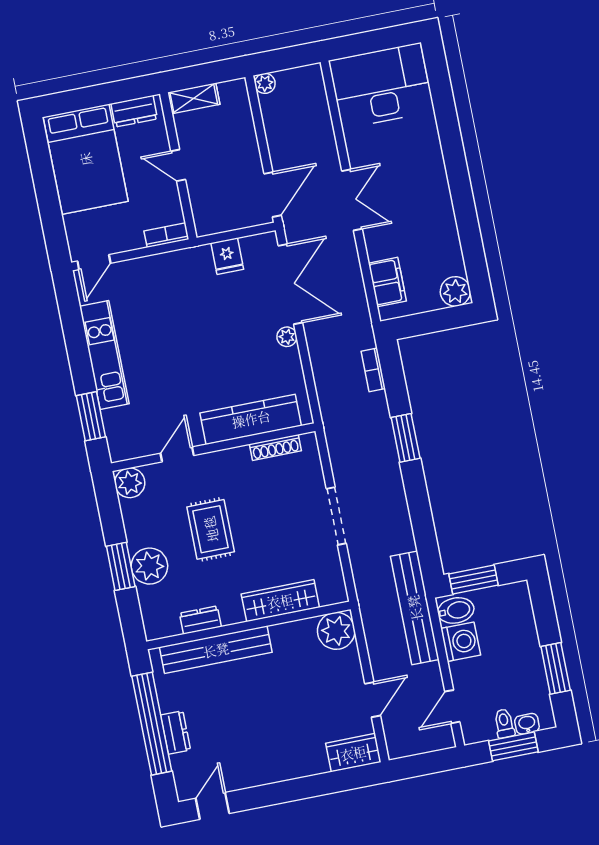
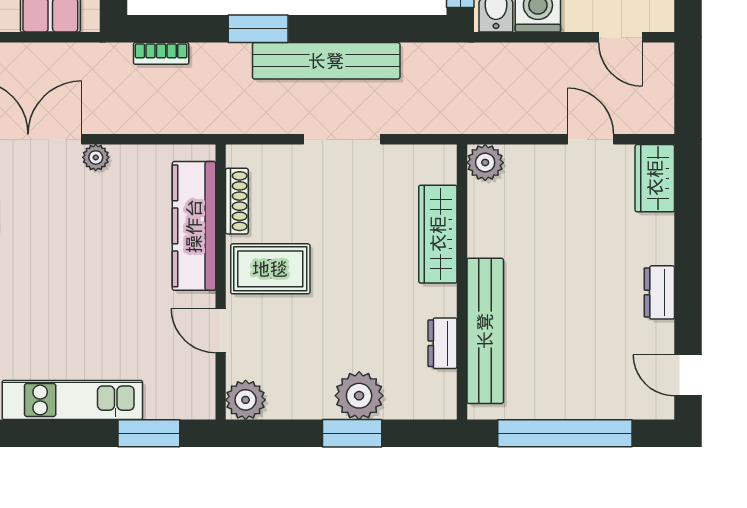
rug: (211, 529) -> (270, 269), moved
bench: (415, 608) -> (326, 61), moved
plant: (336, 631) -> (485, 163), width x0.73, depth x0.73
dresser: (176, 732) -> (659, 292), moved, turned -90

